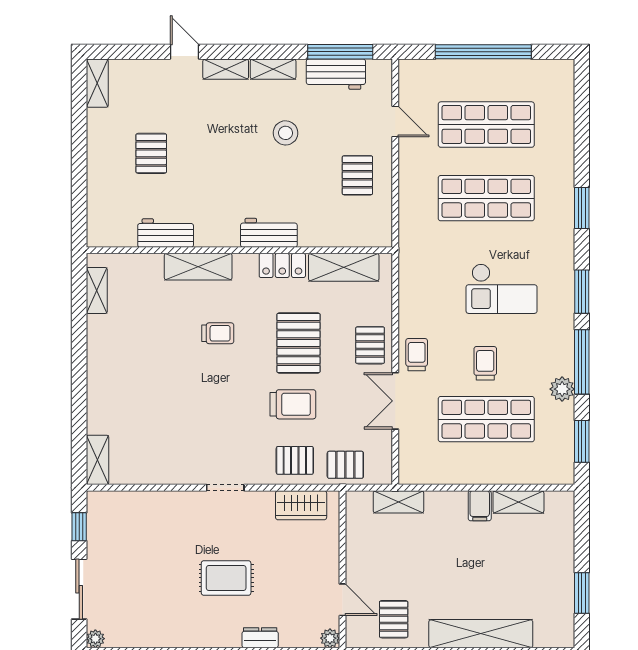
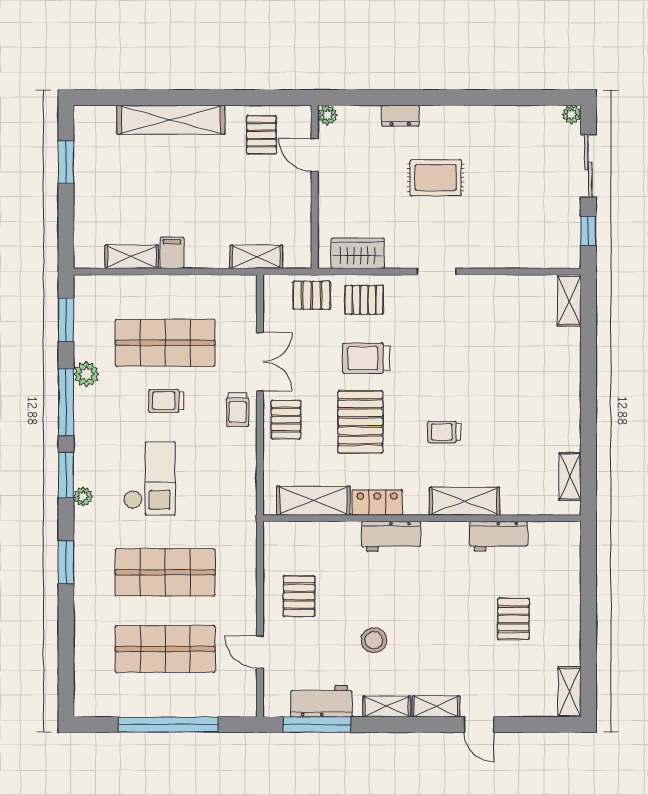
plant: (565, 271) -> (83, 497), added
checkout: (502, 289) -> (149, 478), turned 90
trolley: (485, 363) -> (166, 401), turned 90

